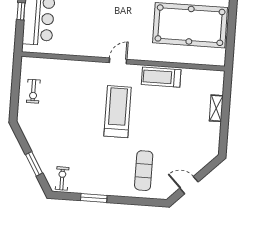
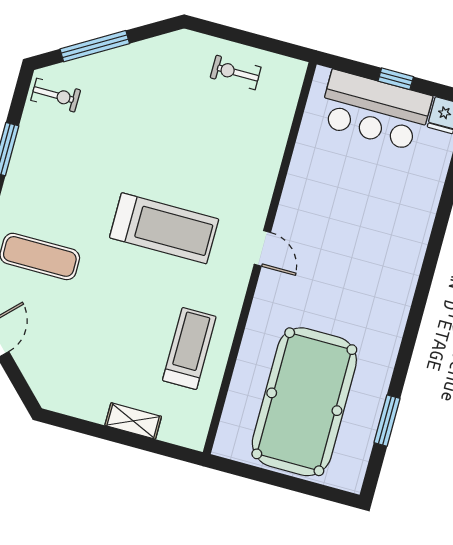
treadmill: (161, 77) -> (189, 348), moved
window: (34, 164) -> (95, 46), width x1.44

